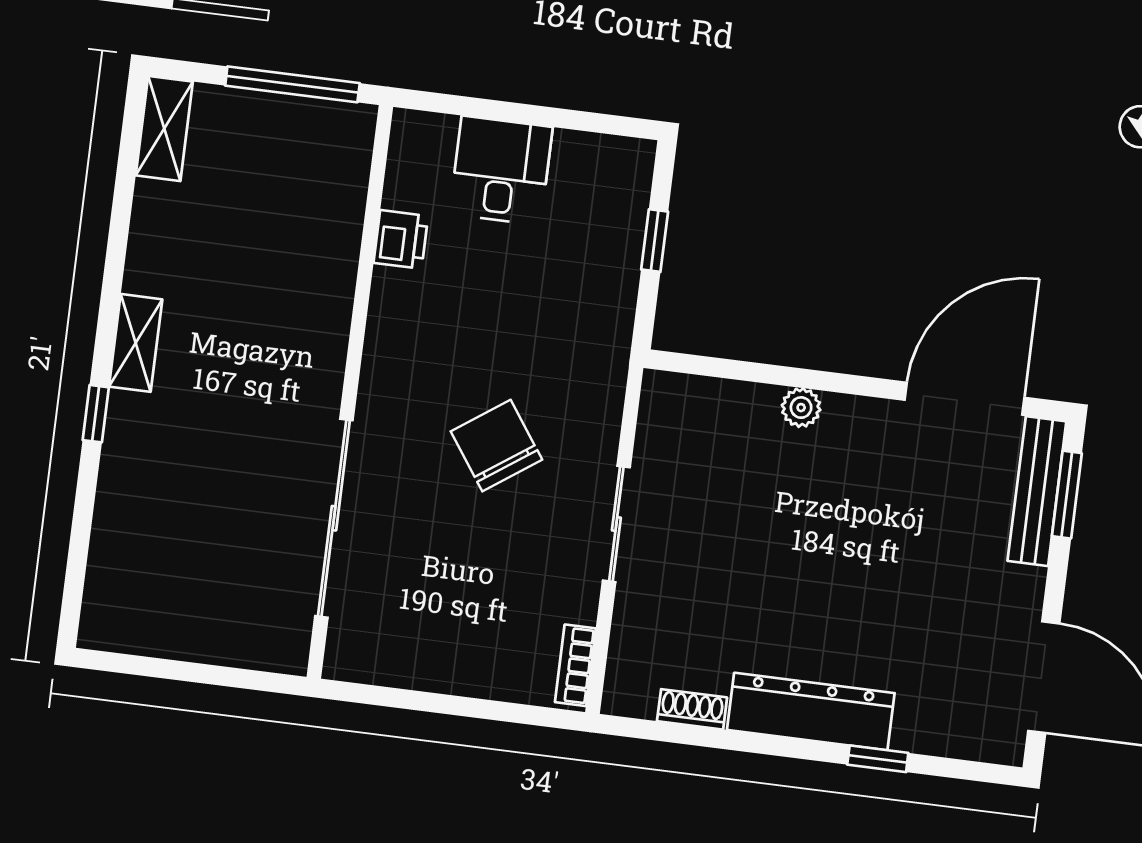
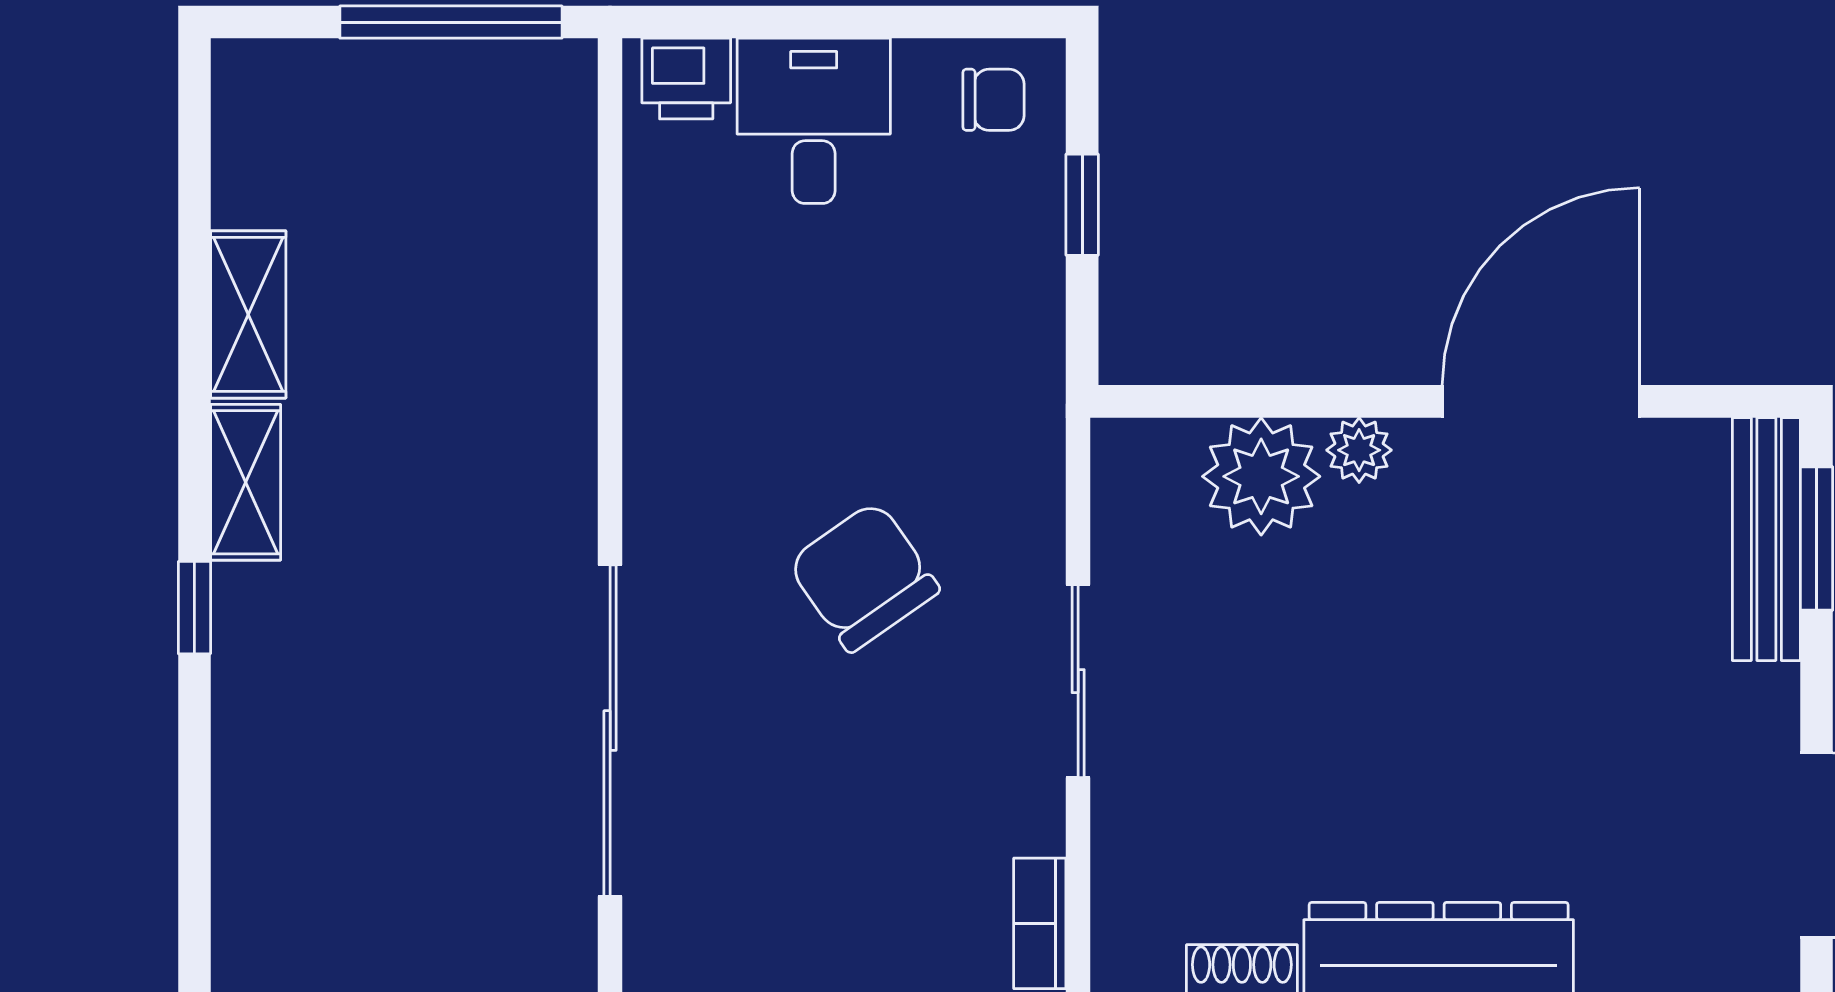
shelving: (164, 129) -> (248, 314), moved
chair: (610, 171) -> (993, 100), added
printer: (401, 239) -> (686, 79), moved, turned 90
door: (965, 399) -> (1541, 401), moved
plant: (741, 416) -> (1261, 476), added

